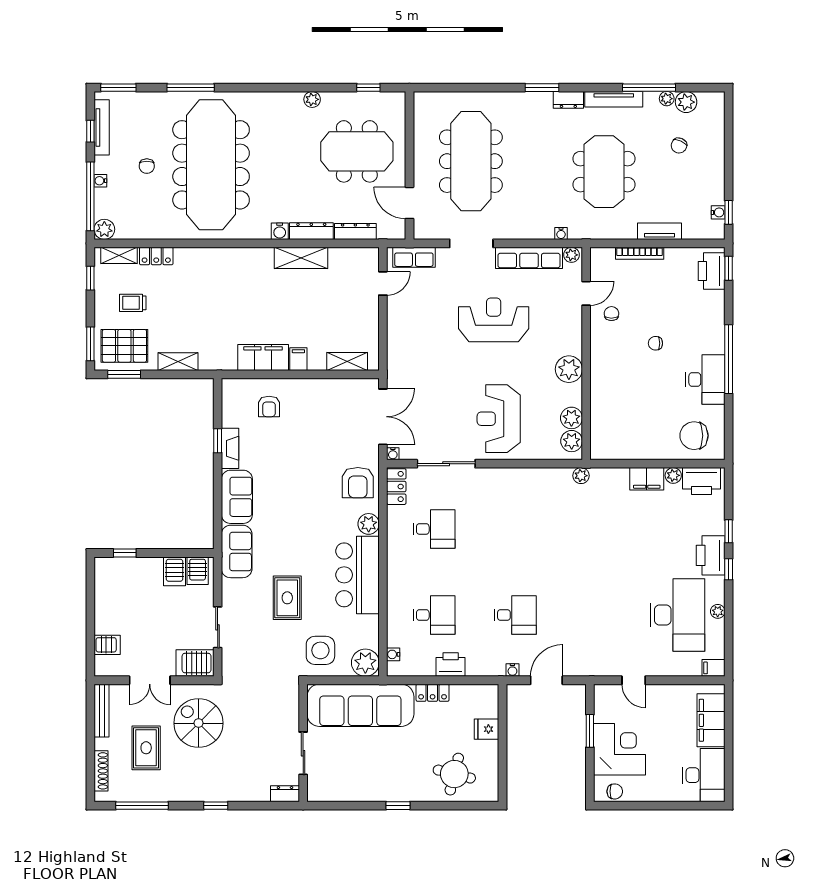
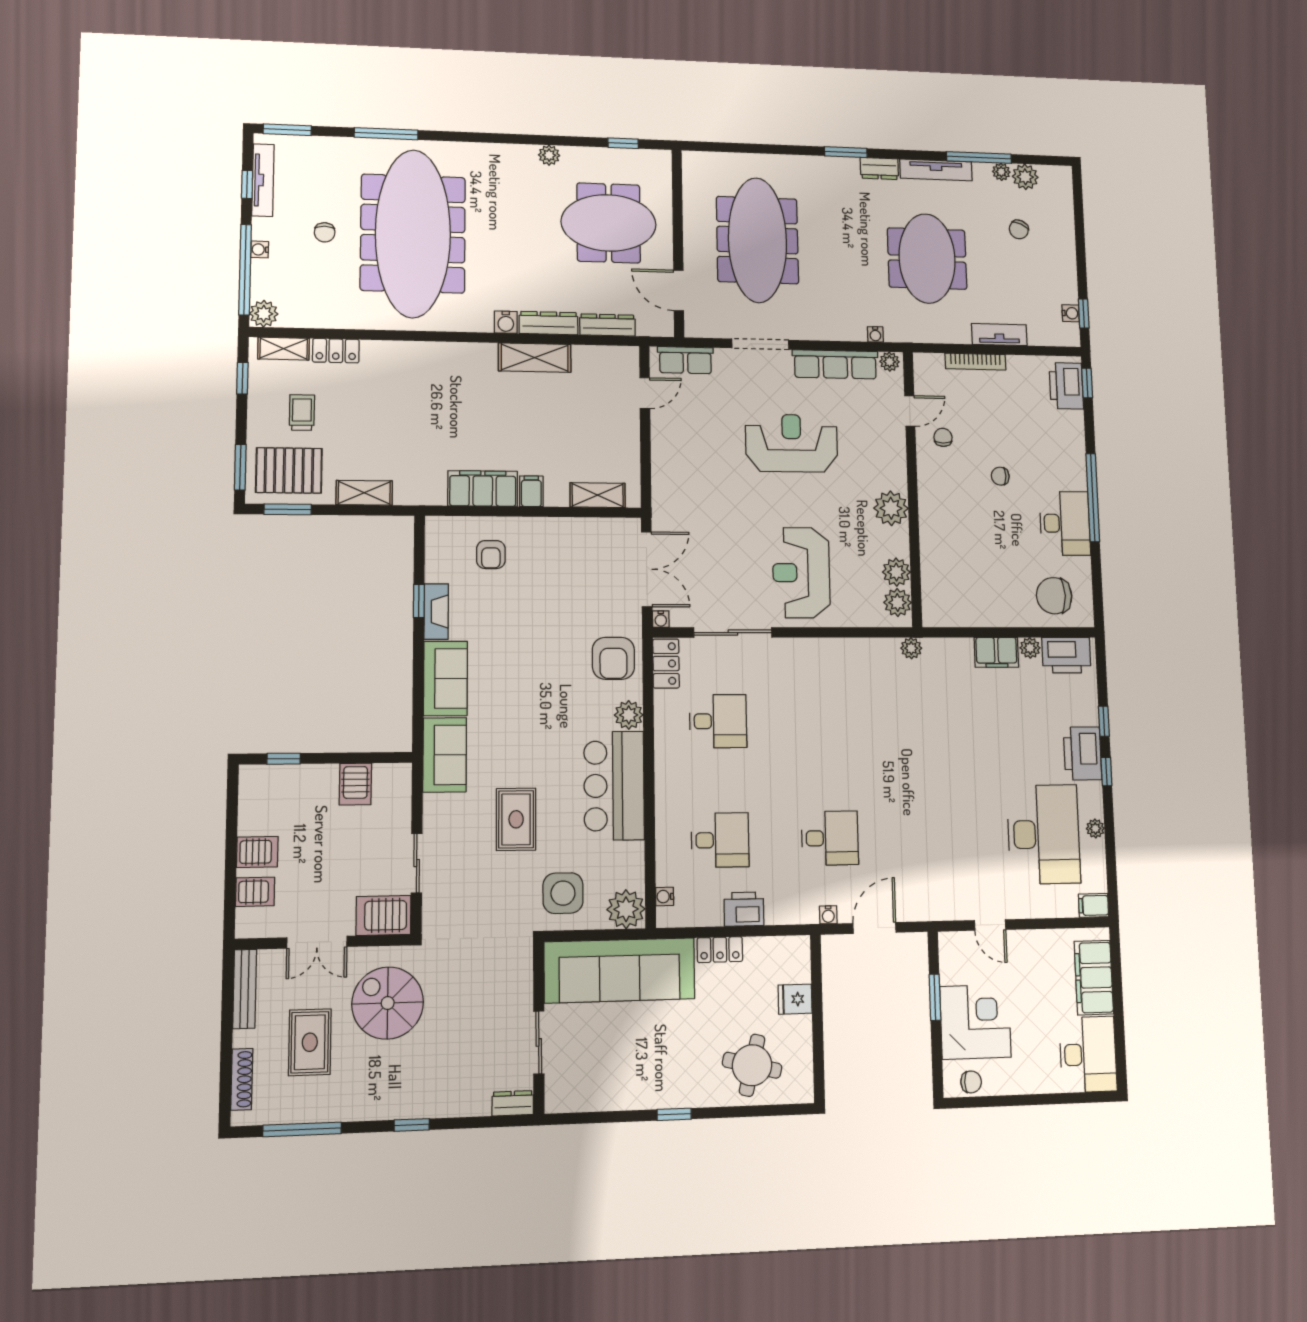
trolley: (133, 303) -> (302, 412), turned 90
server rack: (198, 571) -> (257, 852), moved, turned -90

